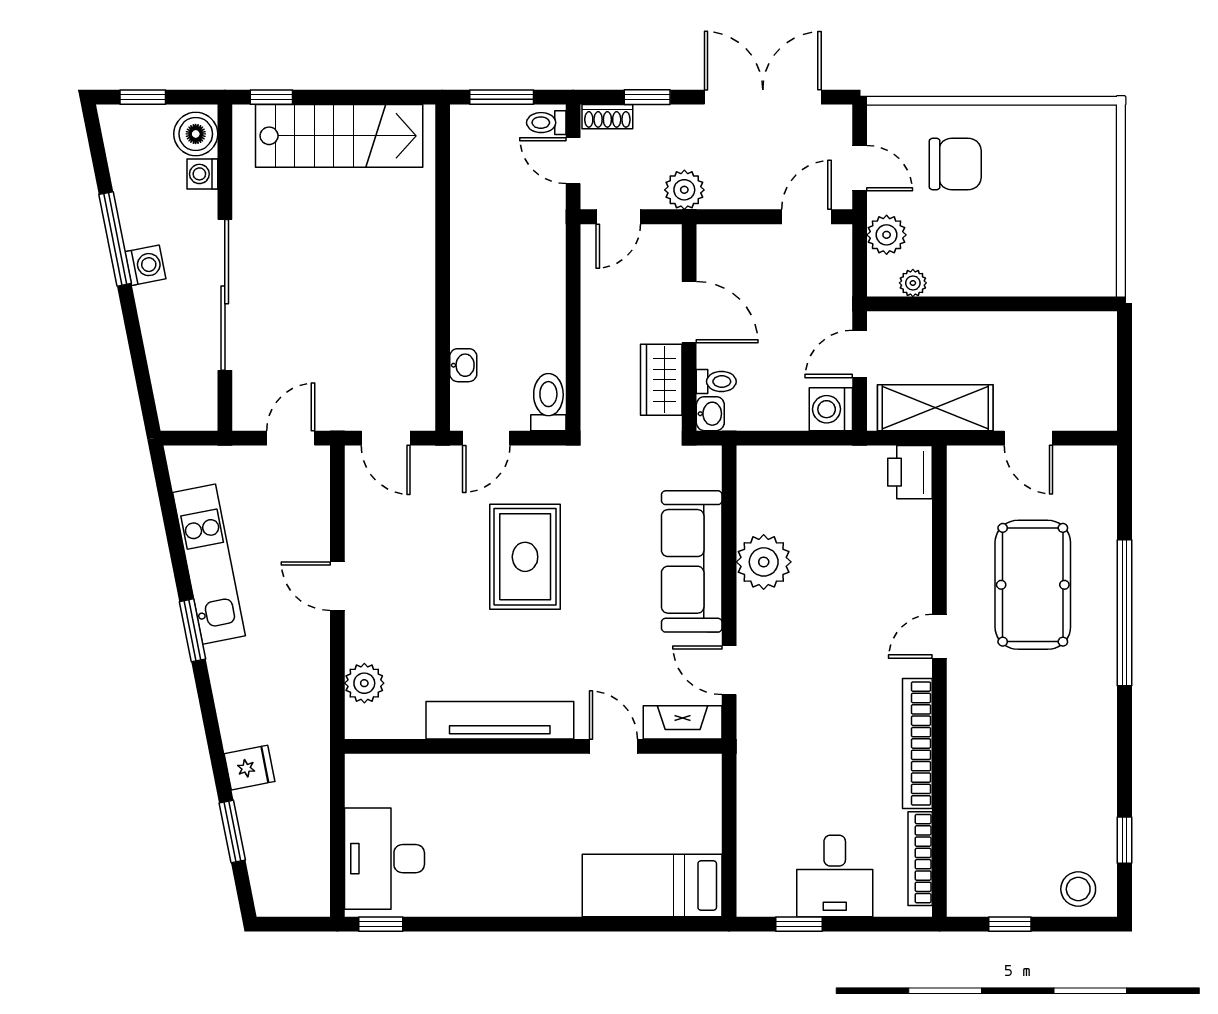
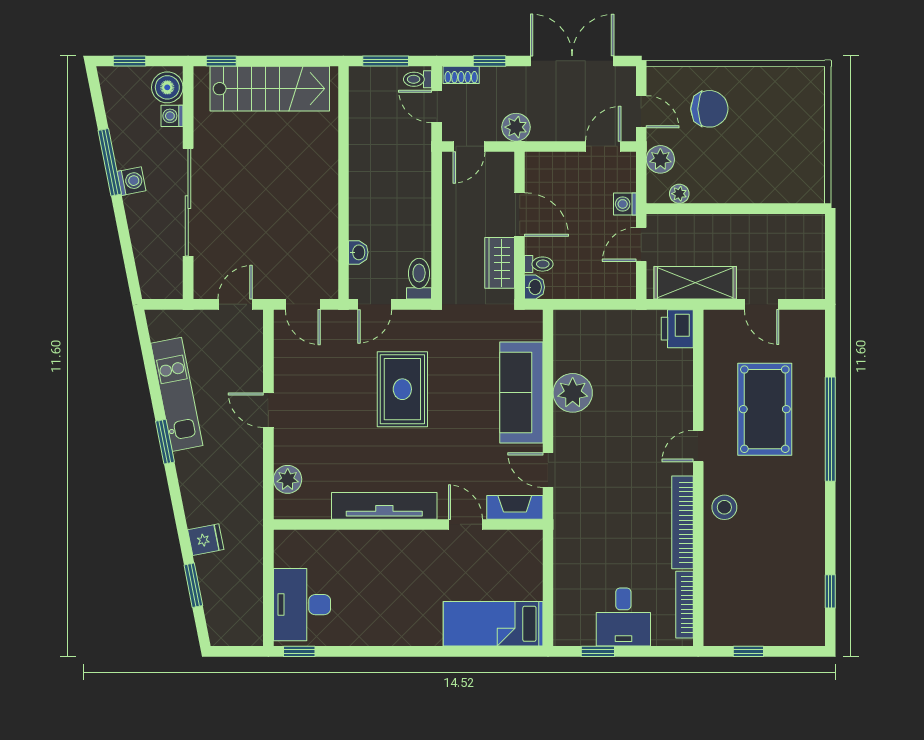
washing machine: (831, 409) -> (625, 204), moved, width x0.73, depth x0.73
stool: (1078, 889) -> (724, 507), moved

